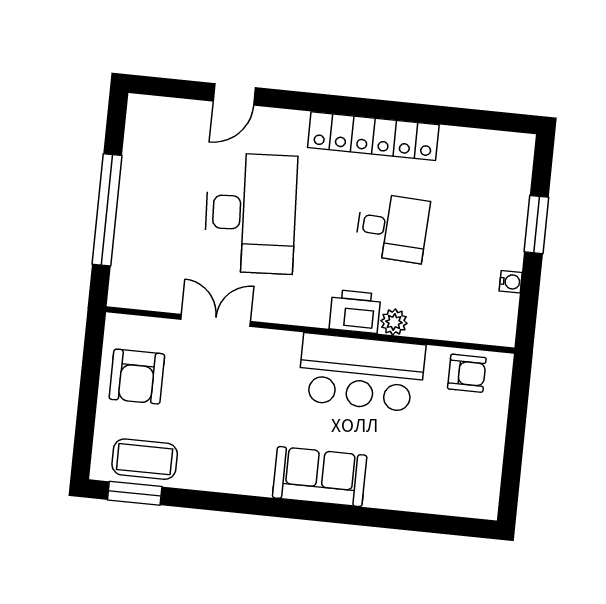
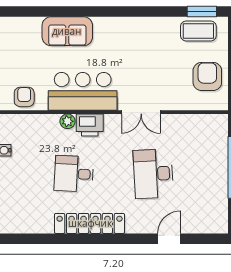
desk: (251, 213) -> (153, 174), width x0.73, depth x0.77
double door: (216, 320) -> (141, 112), moved
armchair: (467, 373) -> (24, 97), turned 90
sofa: (320, 477) -> (67, 31), moved

